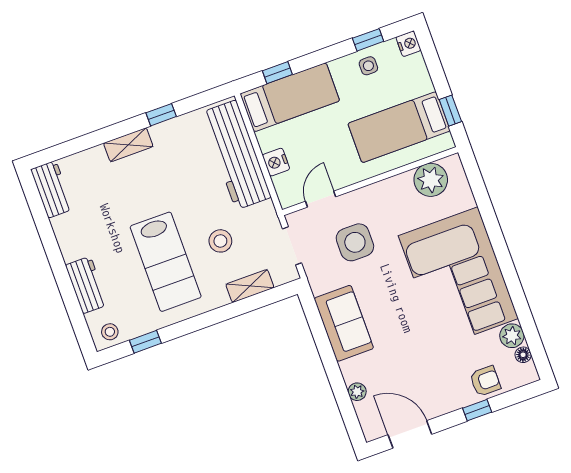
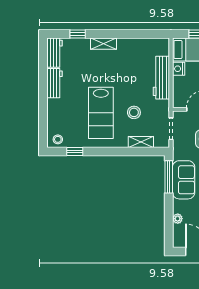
window: (161, 115) -> (78, 34), moved
workbench: (236, 155) -> (161, 78), width x0.73, depth x0.76
nightstand: (276, 162) -> (179, 69), moved
workbench: (87, 285) -> (54, 83), moved
window: (317, 327) -> (169, 177), added

